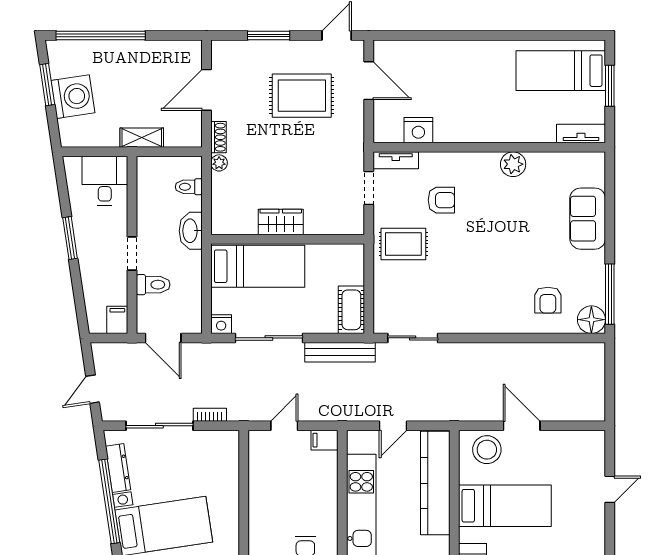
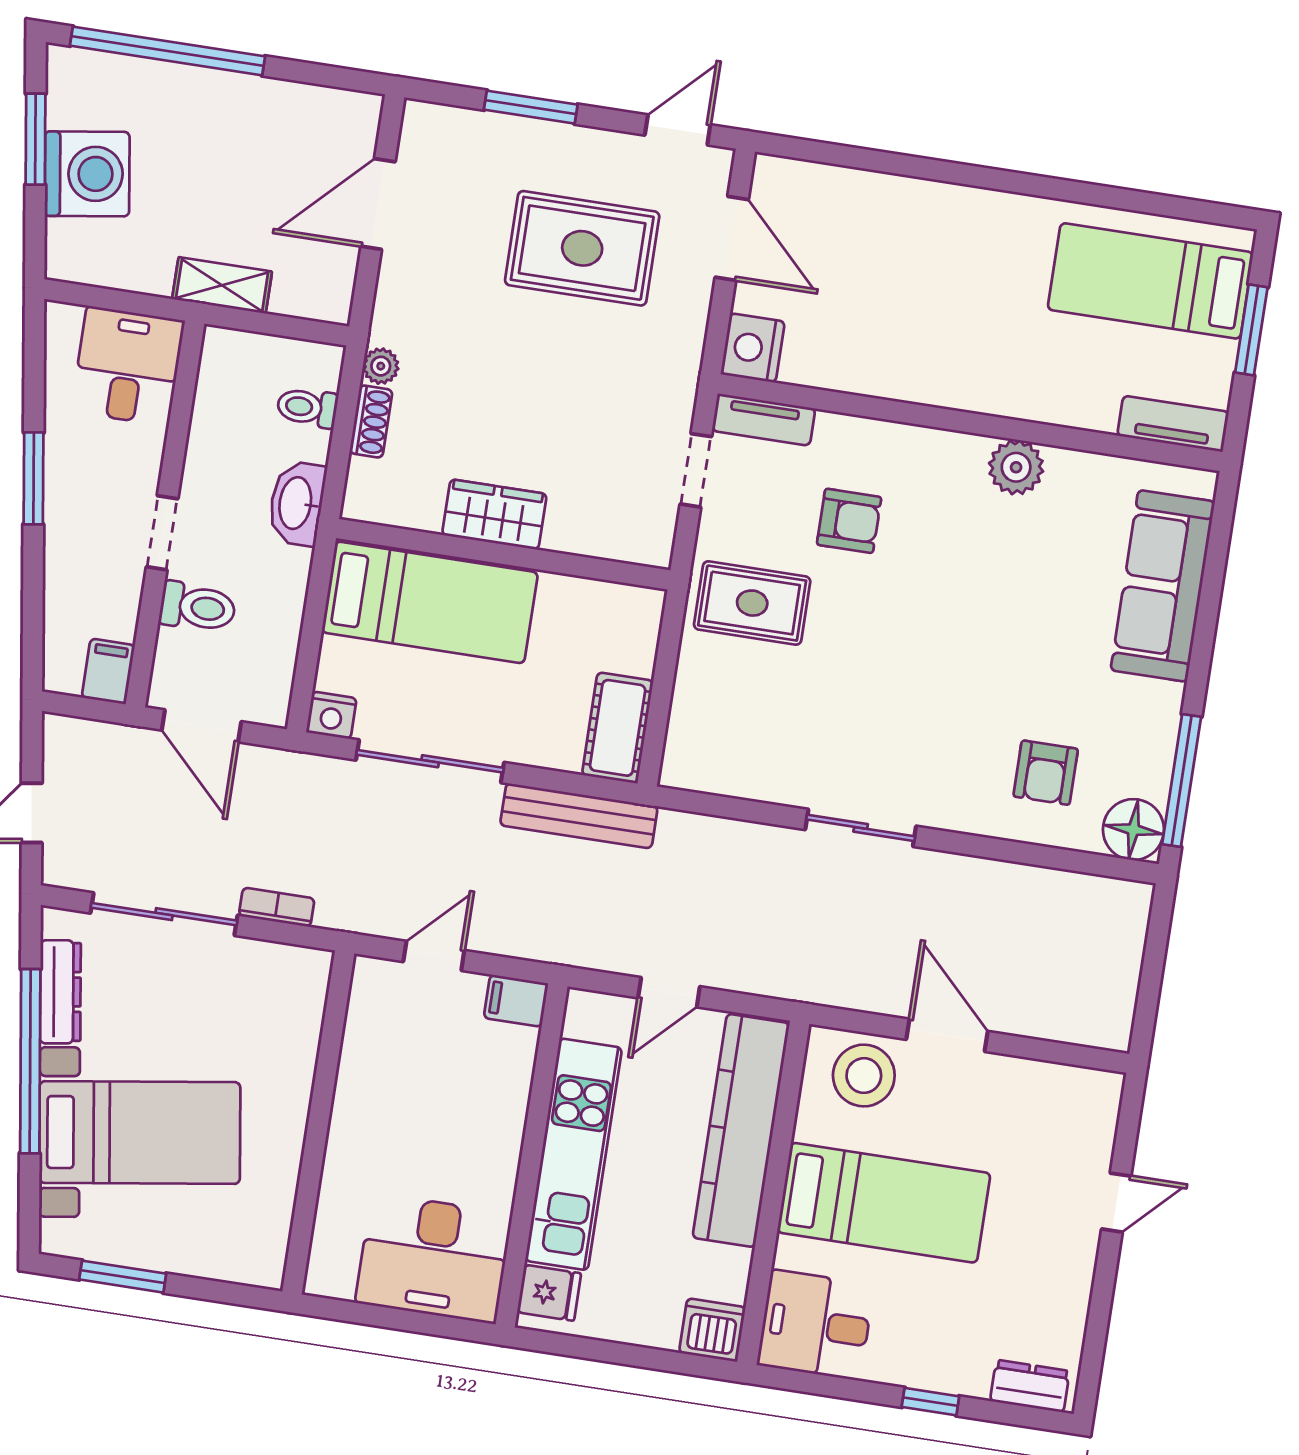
nightstand: (418, 130) -> (753, 348), moved, turned 90
shoe rack: (218, 137) -> (371, 422), moved
sofa: (588, 219) -> (1163, 586), width x1.36
sliding door: (413, 338) -> (861, 828), moved

